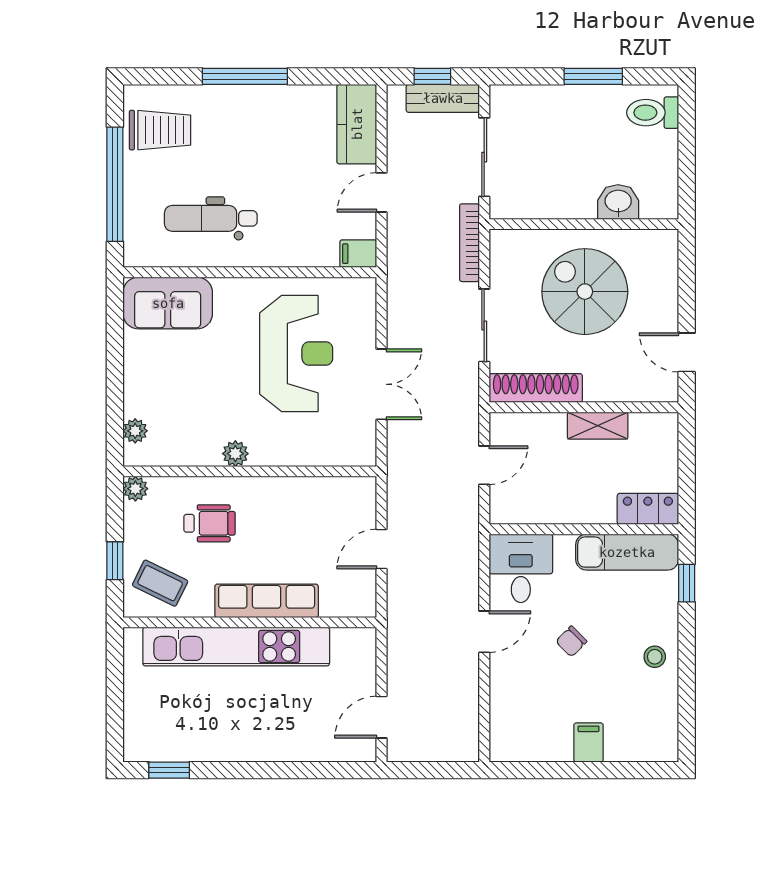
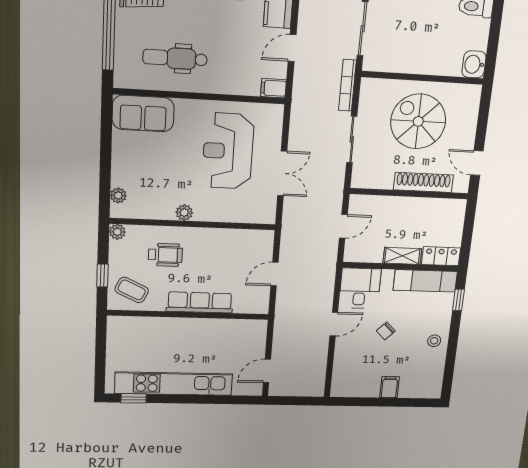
washbasin: (618, 202) -> (474, 64), moved, turned -90
reception desk: (296, 353) -> (228, 151), turned 180
shoe rack: (536, 388) -> (423, 182), moved
shelving: (598, 426) -> (402, 256), moved
kitchen unit: (236, 646) -> (174, 384), moved, turned 180

